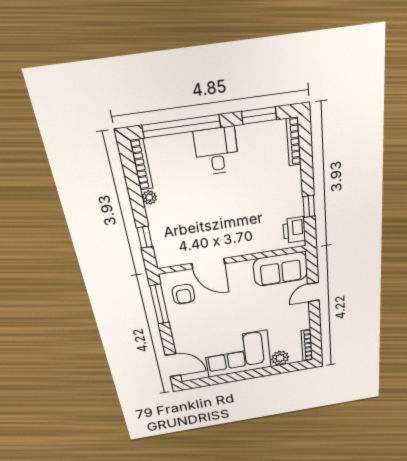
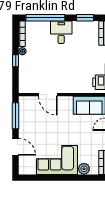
window: (145, 237) -> (16, 61), moved
armchair: (183, 294) -> (30, 112), removed
door: (173, 365) -> (16, 147), moved

